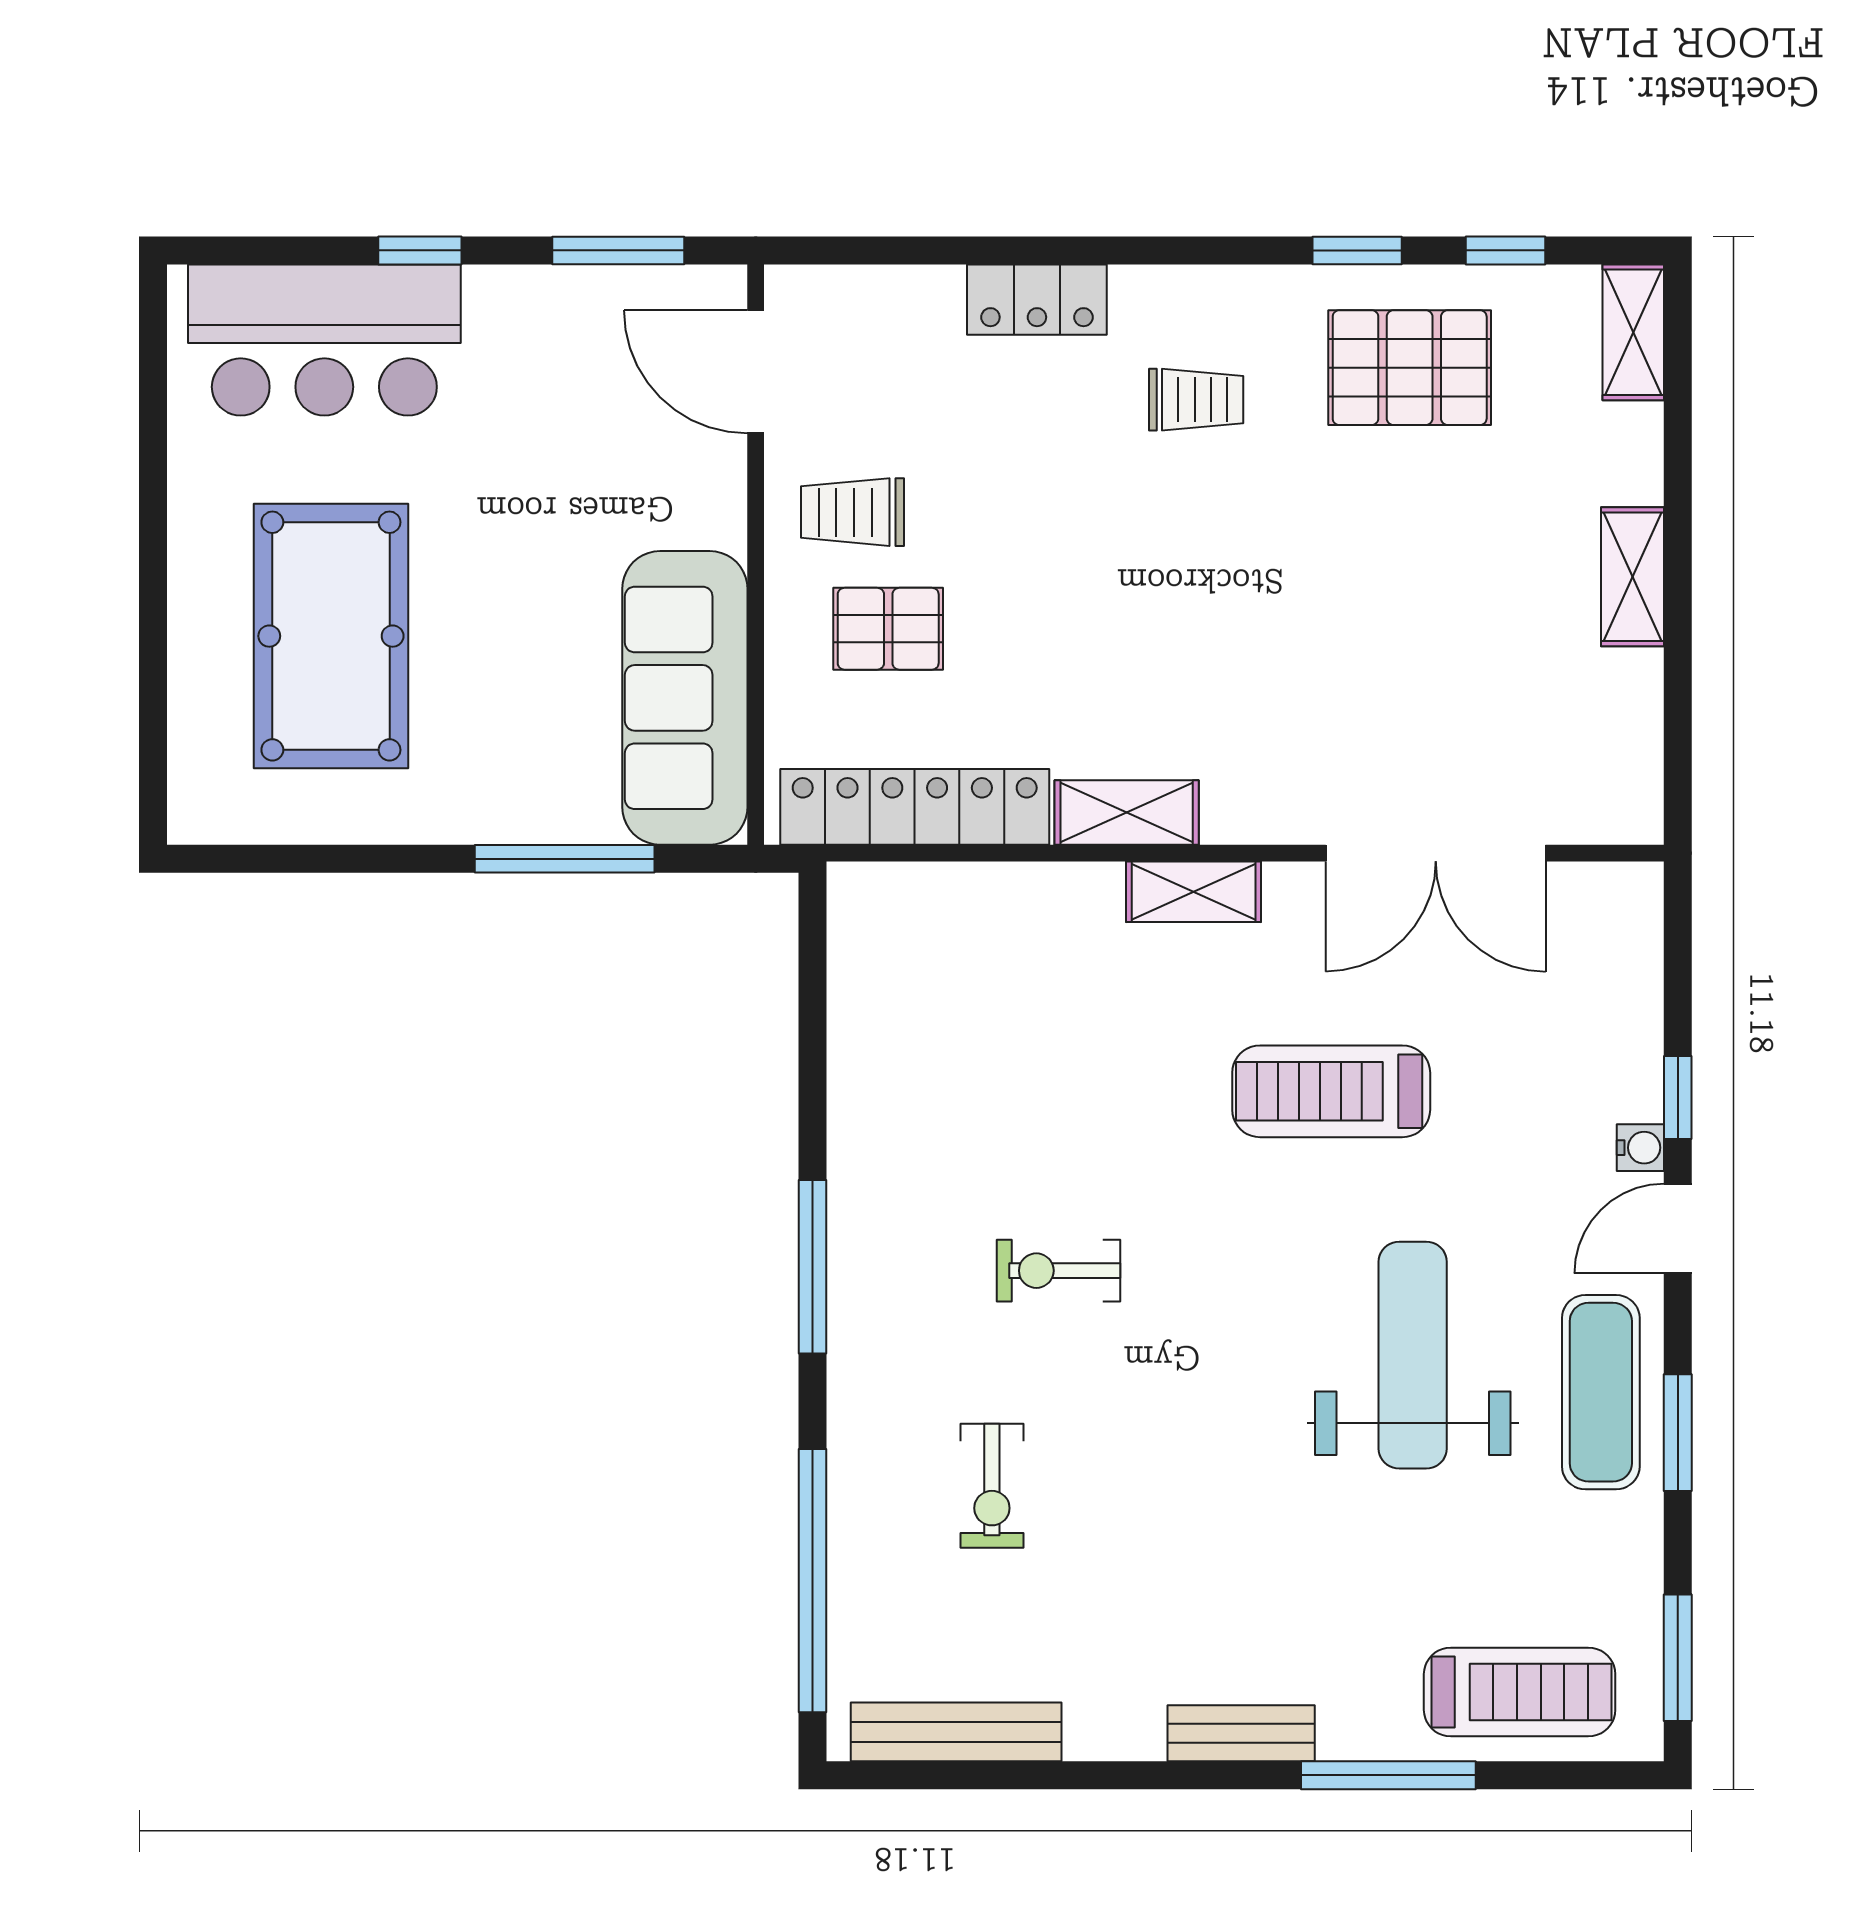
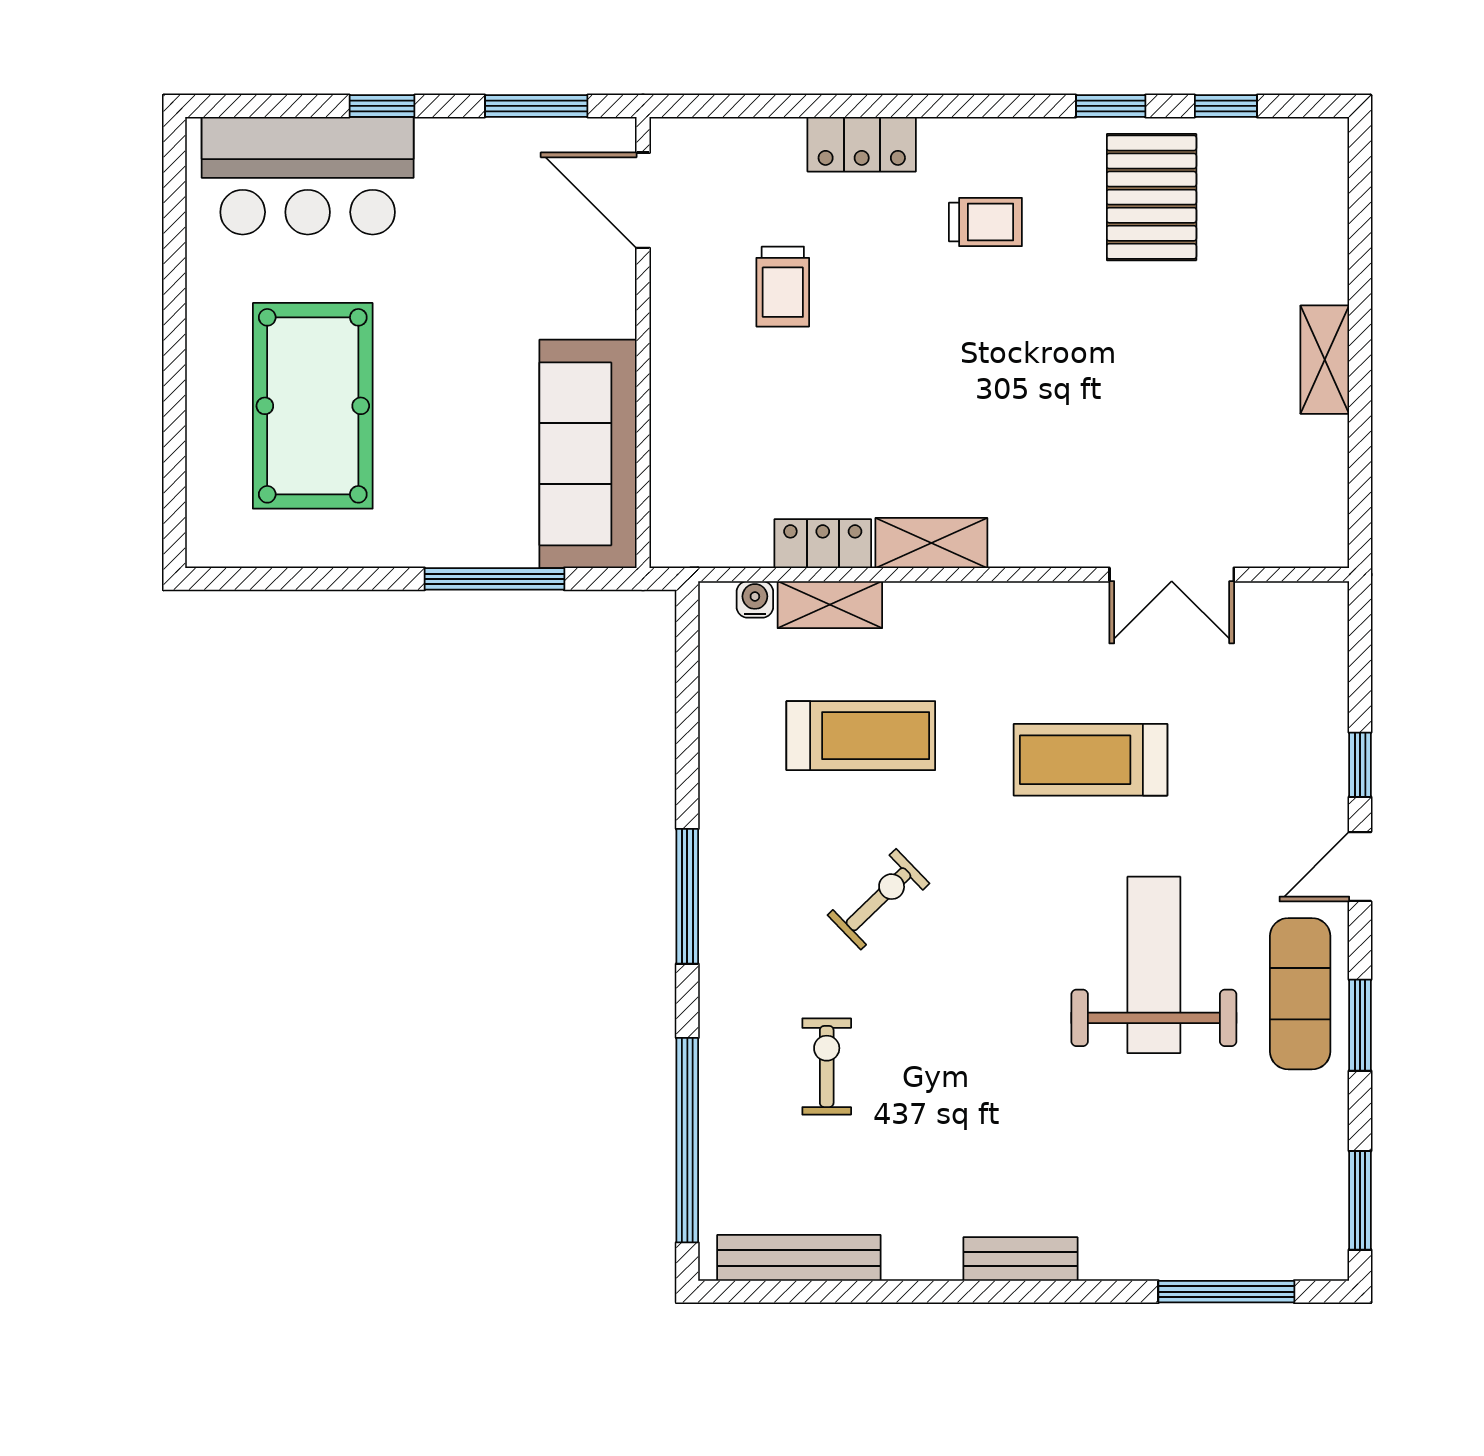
shelving: (1633, 332) -> (1325, 170), removed
pallet: (1410, 368) -> (1152, 197), turned 90
trolley: (852, 512) -> (783, 287), moved, turned -90
pallet: (888, 629) -> (746, 400), removed
locker: (915, 807) -> (823, 544), width x0.46, depth x0.83
double door: (1436, 853) -> (1172, 575), width x0.73
shelving: (1194, 892) -> (830, 605), moved
water cooler: (1640, 1148) -> (755, 599), moved, turned -90
exercise bike: (1059, 1271) -> (878, 899), turned 136
exercise bike: (992, 1486) -> (827, 1066), turned 180
treadmill: (1520, 1692) -> (861, 736), moved
window: (1388, 1775) -> (1226, 1292), moved

